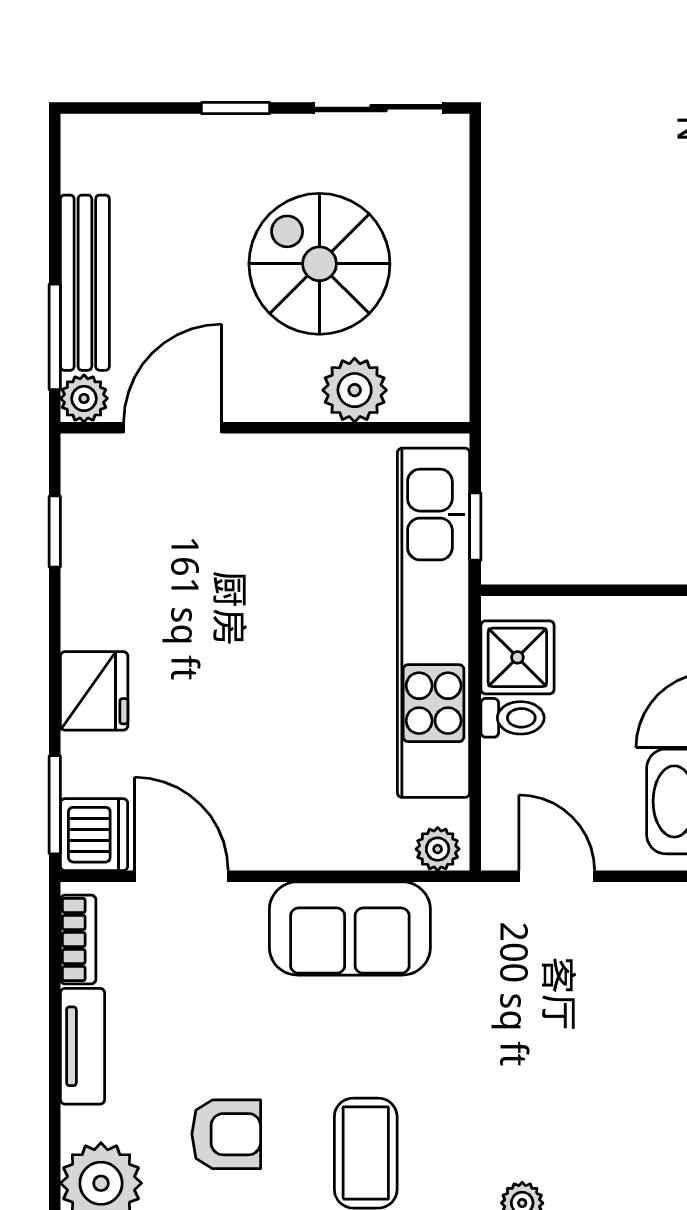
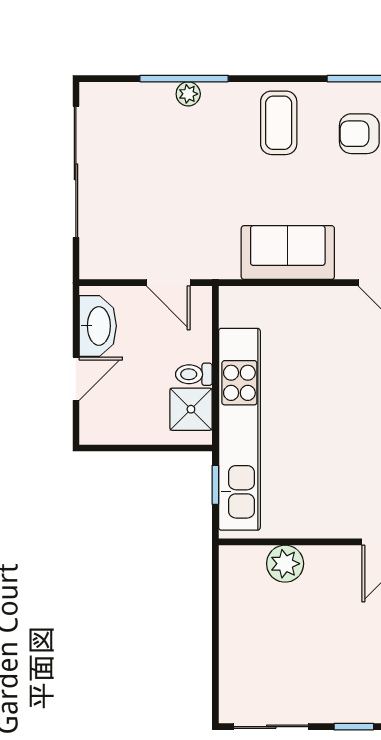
spiral stairs: (319, 264) -> (305, 637), removed
plant: (438, 849) -> (237, 298), removed

